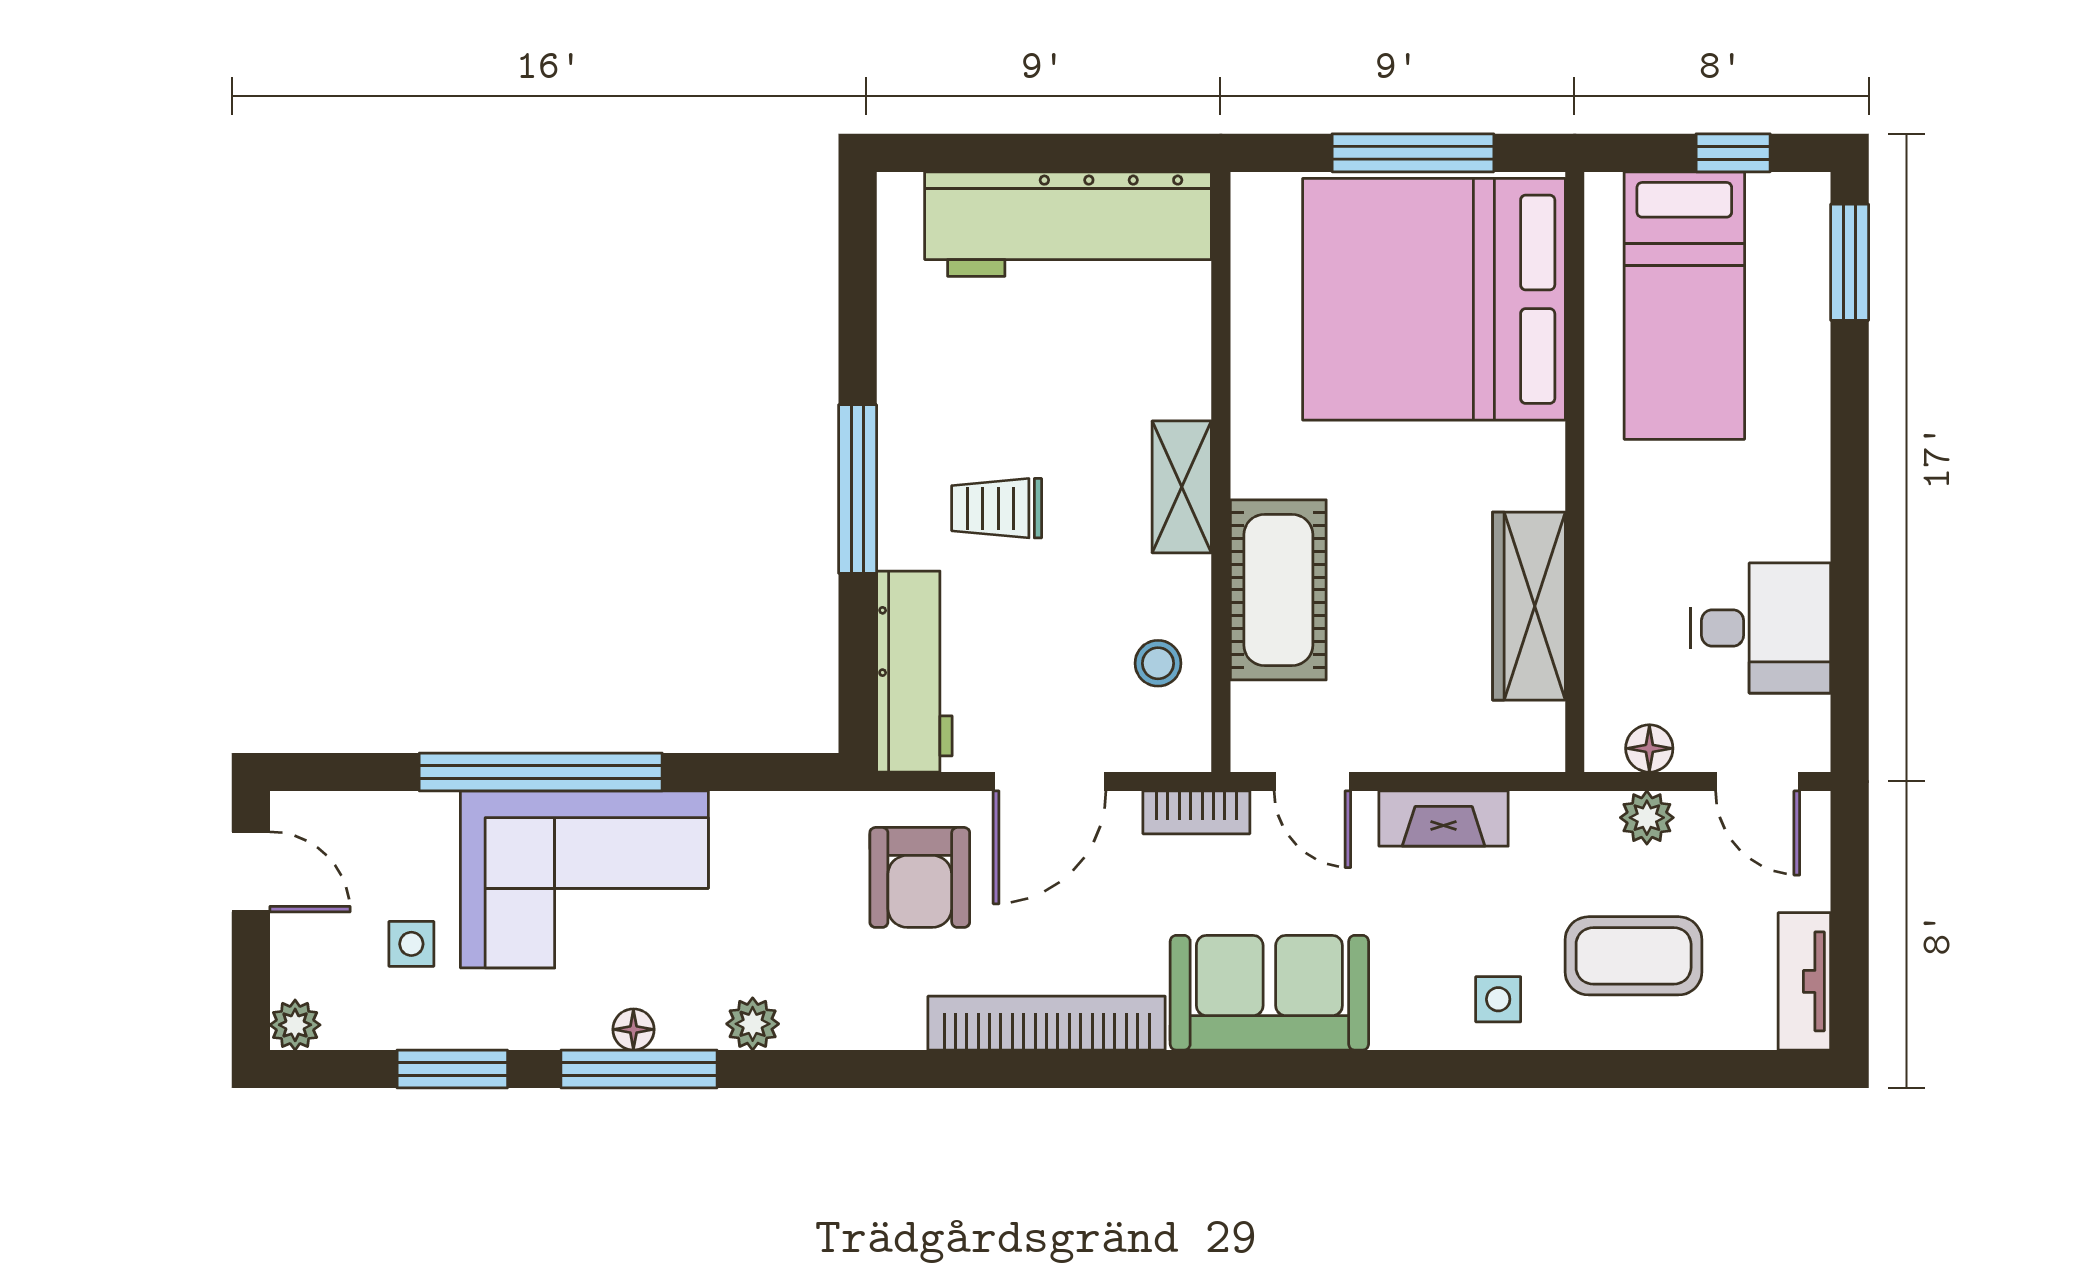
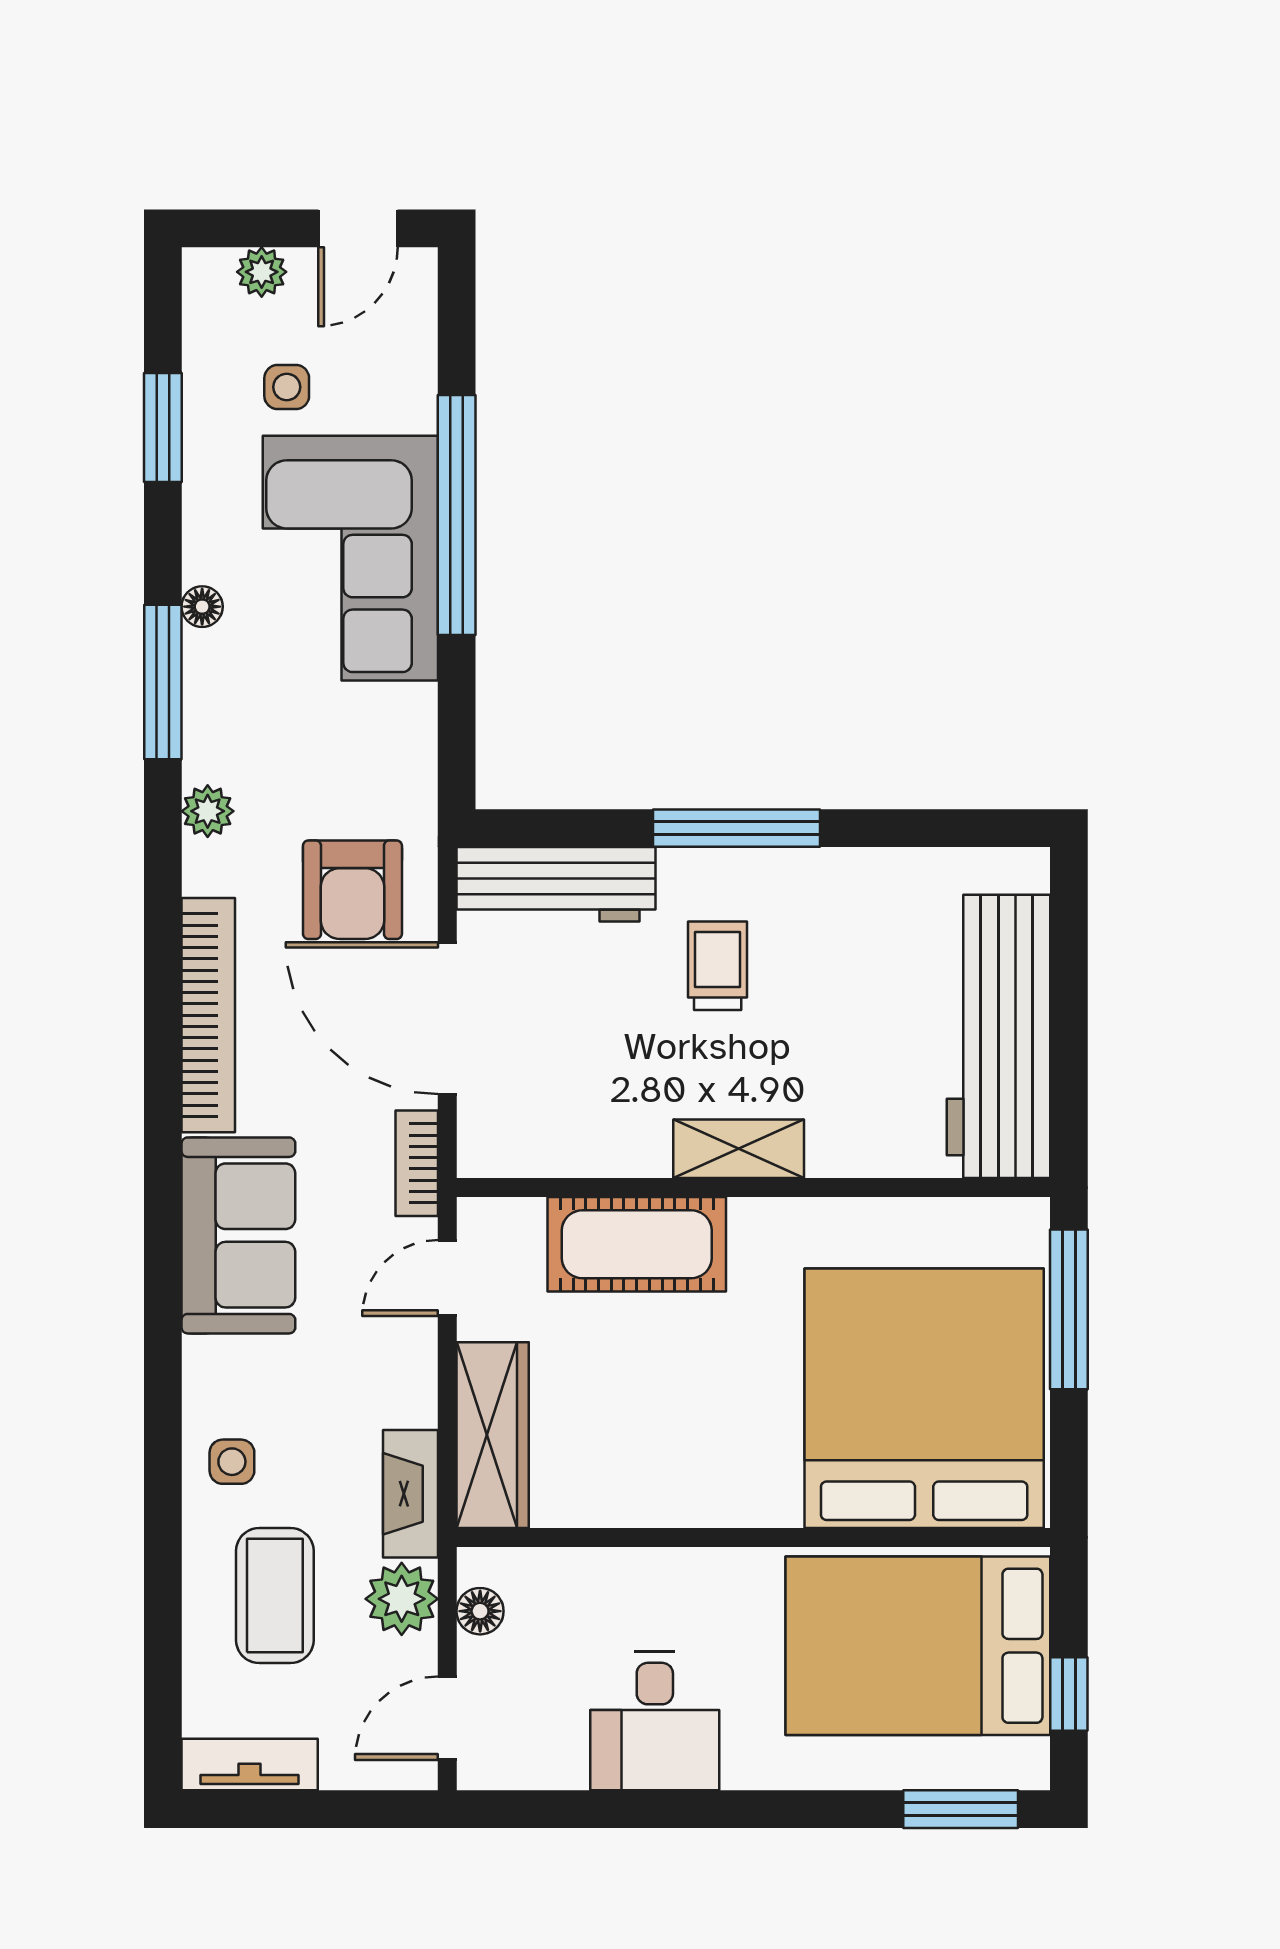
window: (1413, 153) -> (1069, 1309), moved
bed: (1684, 306) -> (918, 1646), width x1.50
wardrobe: (1529, 606) -> (493, 1435), moved, turned 90
desk: (1760, 628) -> (655, 1721), moved
stool: (1158, 663) -> (564, 1125), removed
door: (1050, 782) -> (447, 1018), width x1.36
plant: (1647, 818) -> (402, 1599), width x1.38, depth x1.38
fireplace: (1444, 819) -> (411, 1494), moved
armchair: (920, 877) -> (352, 890), turned -90
plant: (753, 1024) -> (208, 811), moved
plant: (295, 1025) -> (262, 272), moved
window: (639, 1069) -> (163, 682), moved

